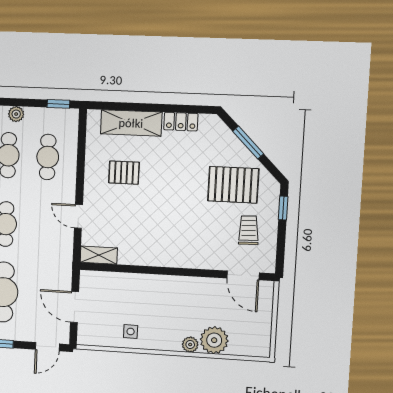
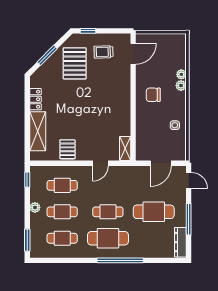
pallet: (124, 173) -> (67, 149), moved
chair: (178, 302) -> (153, 95), added
plant: (214, 340) -> (181, 74), width x0.53, depth x0.53

